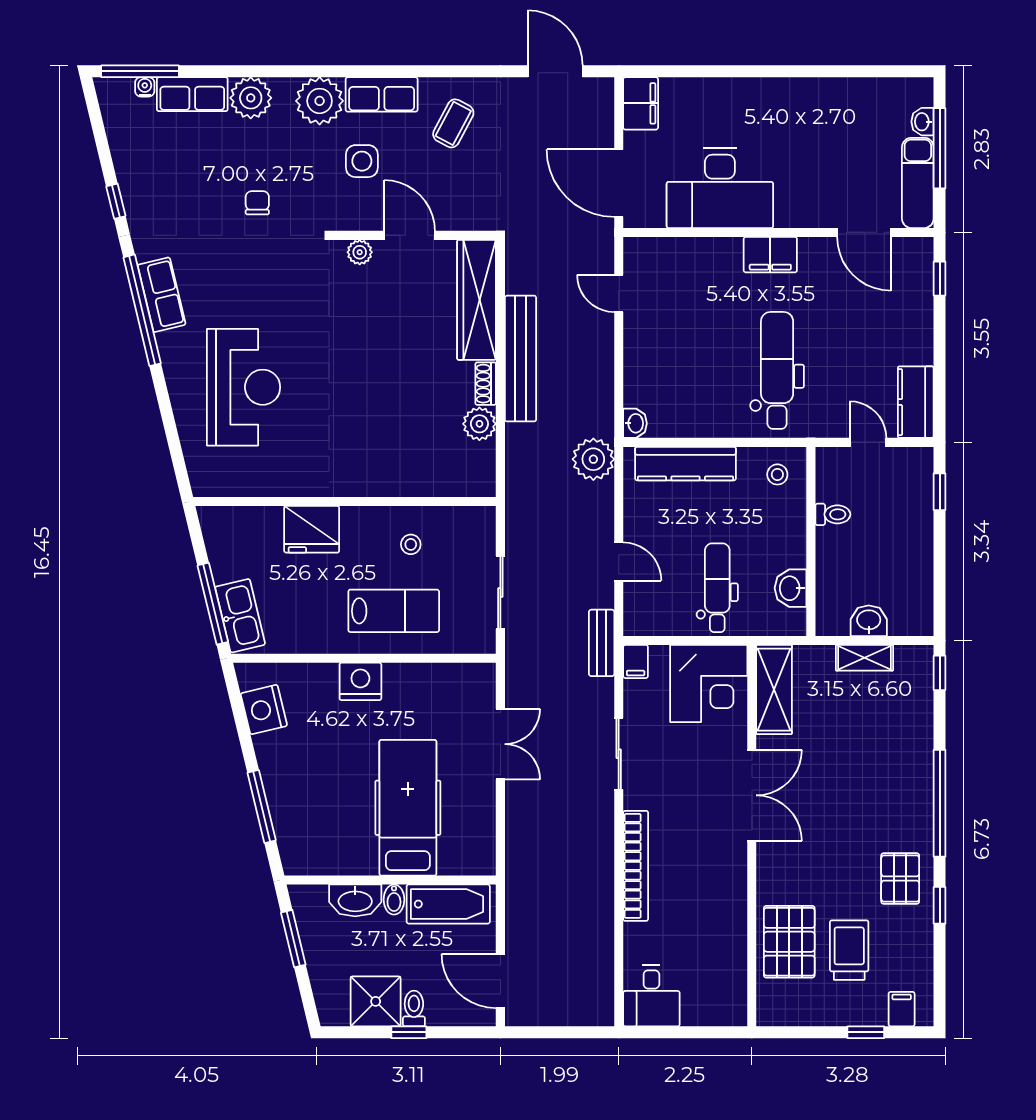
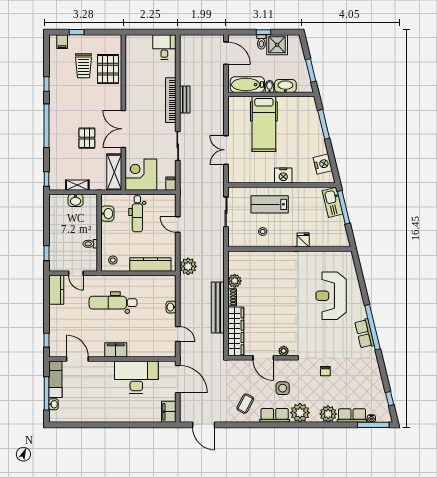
window: (116, 201) -> (390, 399), moved
dental chair: (777, 370) -> (113, 303), turned 90
washbasin: (635, 423) -> (171, 307), moved
fridge: (312, 529) -> (303, 240), width x0.53, depth x0.75
bench: (602, 643) -> (185, 99), moved
pallet: (900, 878) -> (87, 138), moved

